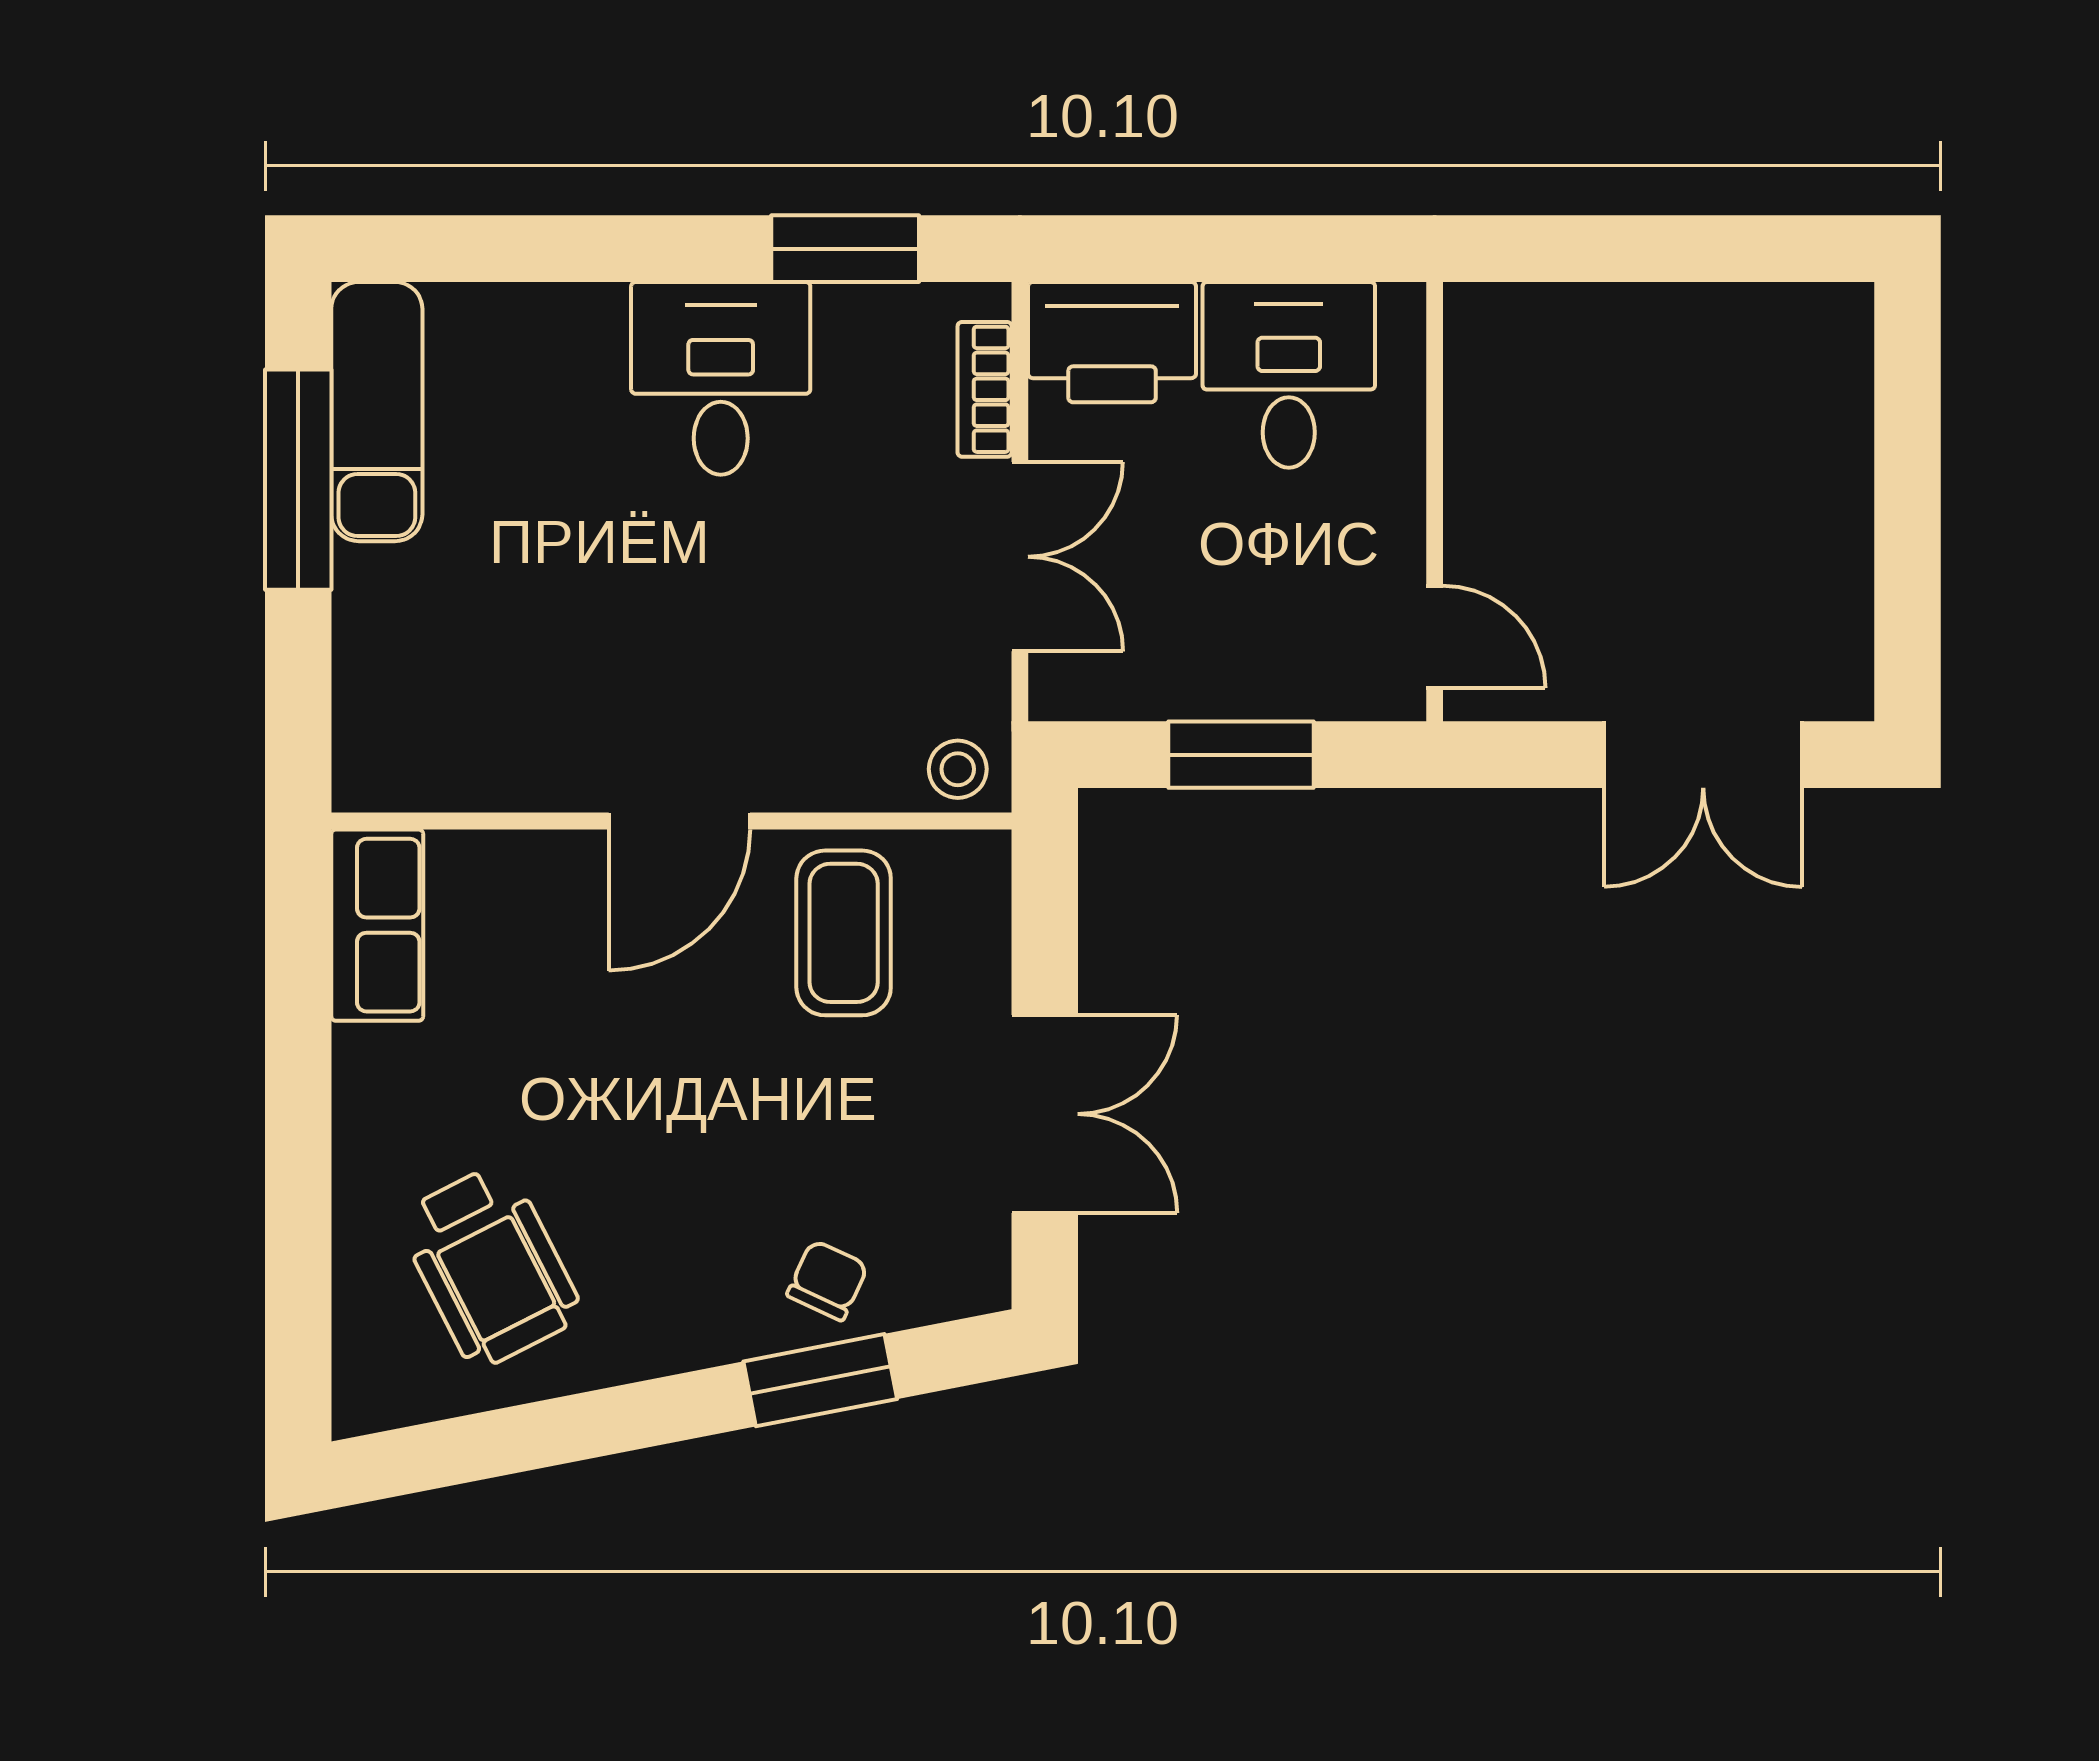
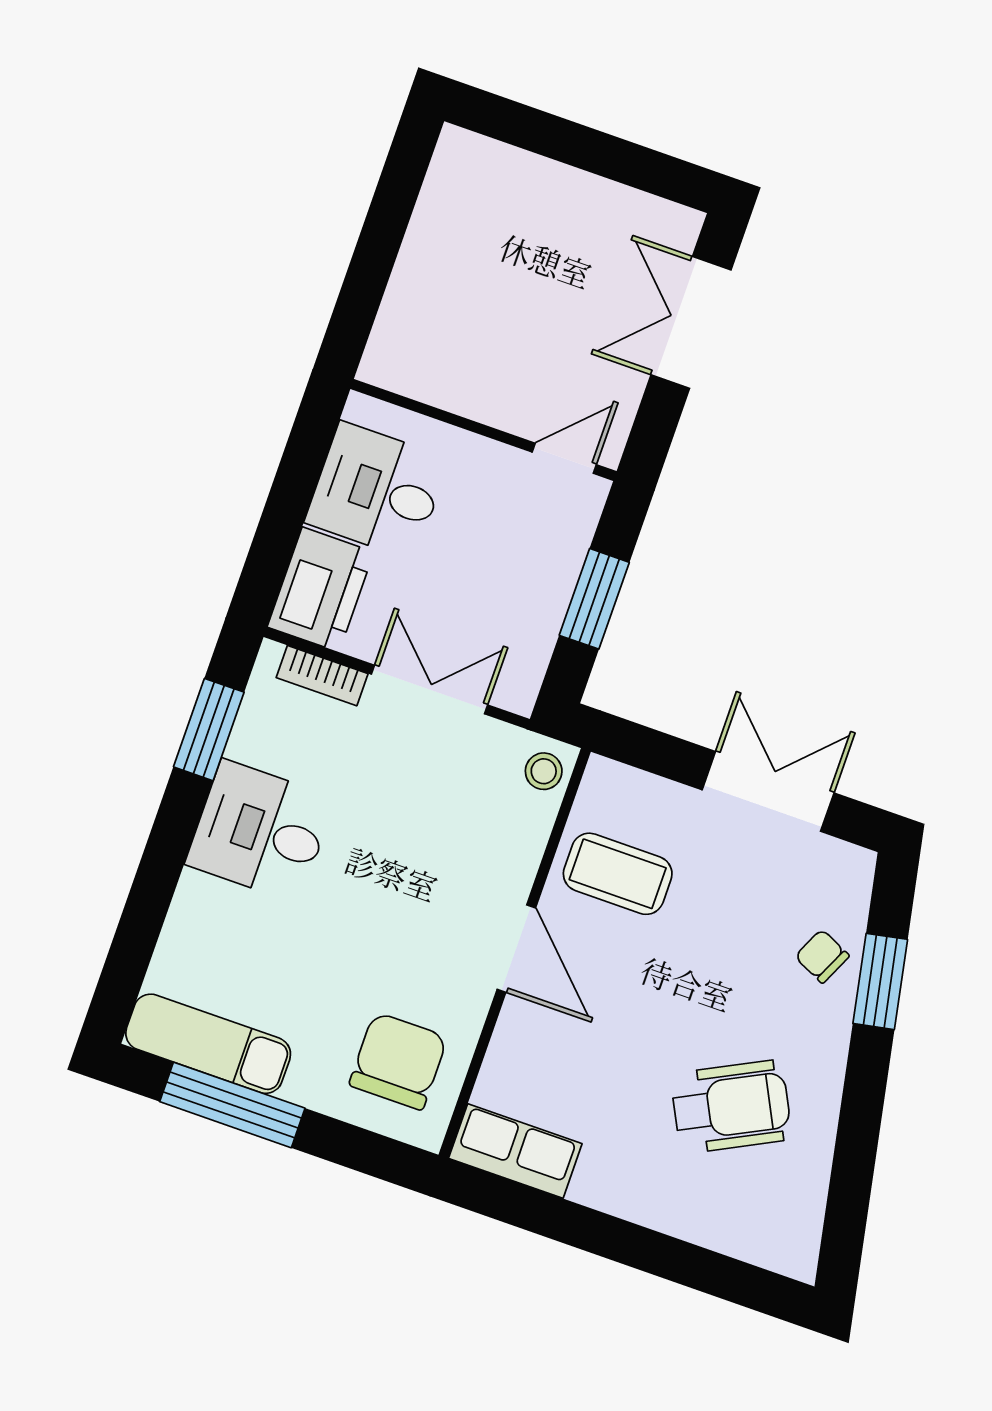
chair: (450, 704) -> (398, 1061), added
double door: (1703, 755) -> (691, 322), swing flipped
wheelchair: (490, 1266) -> (731, 1107), moved

